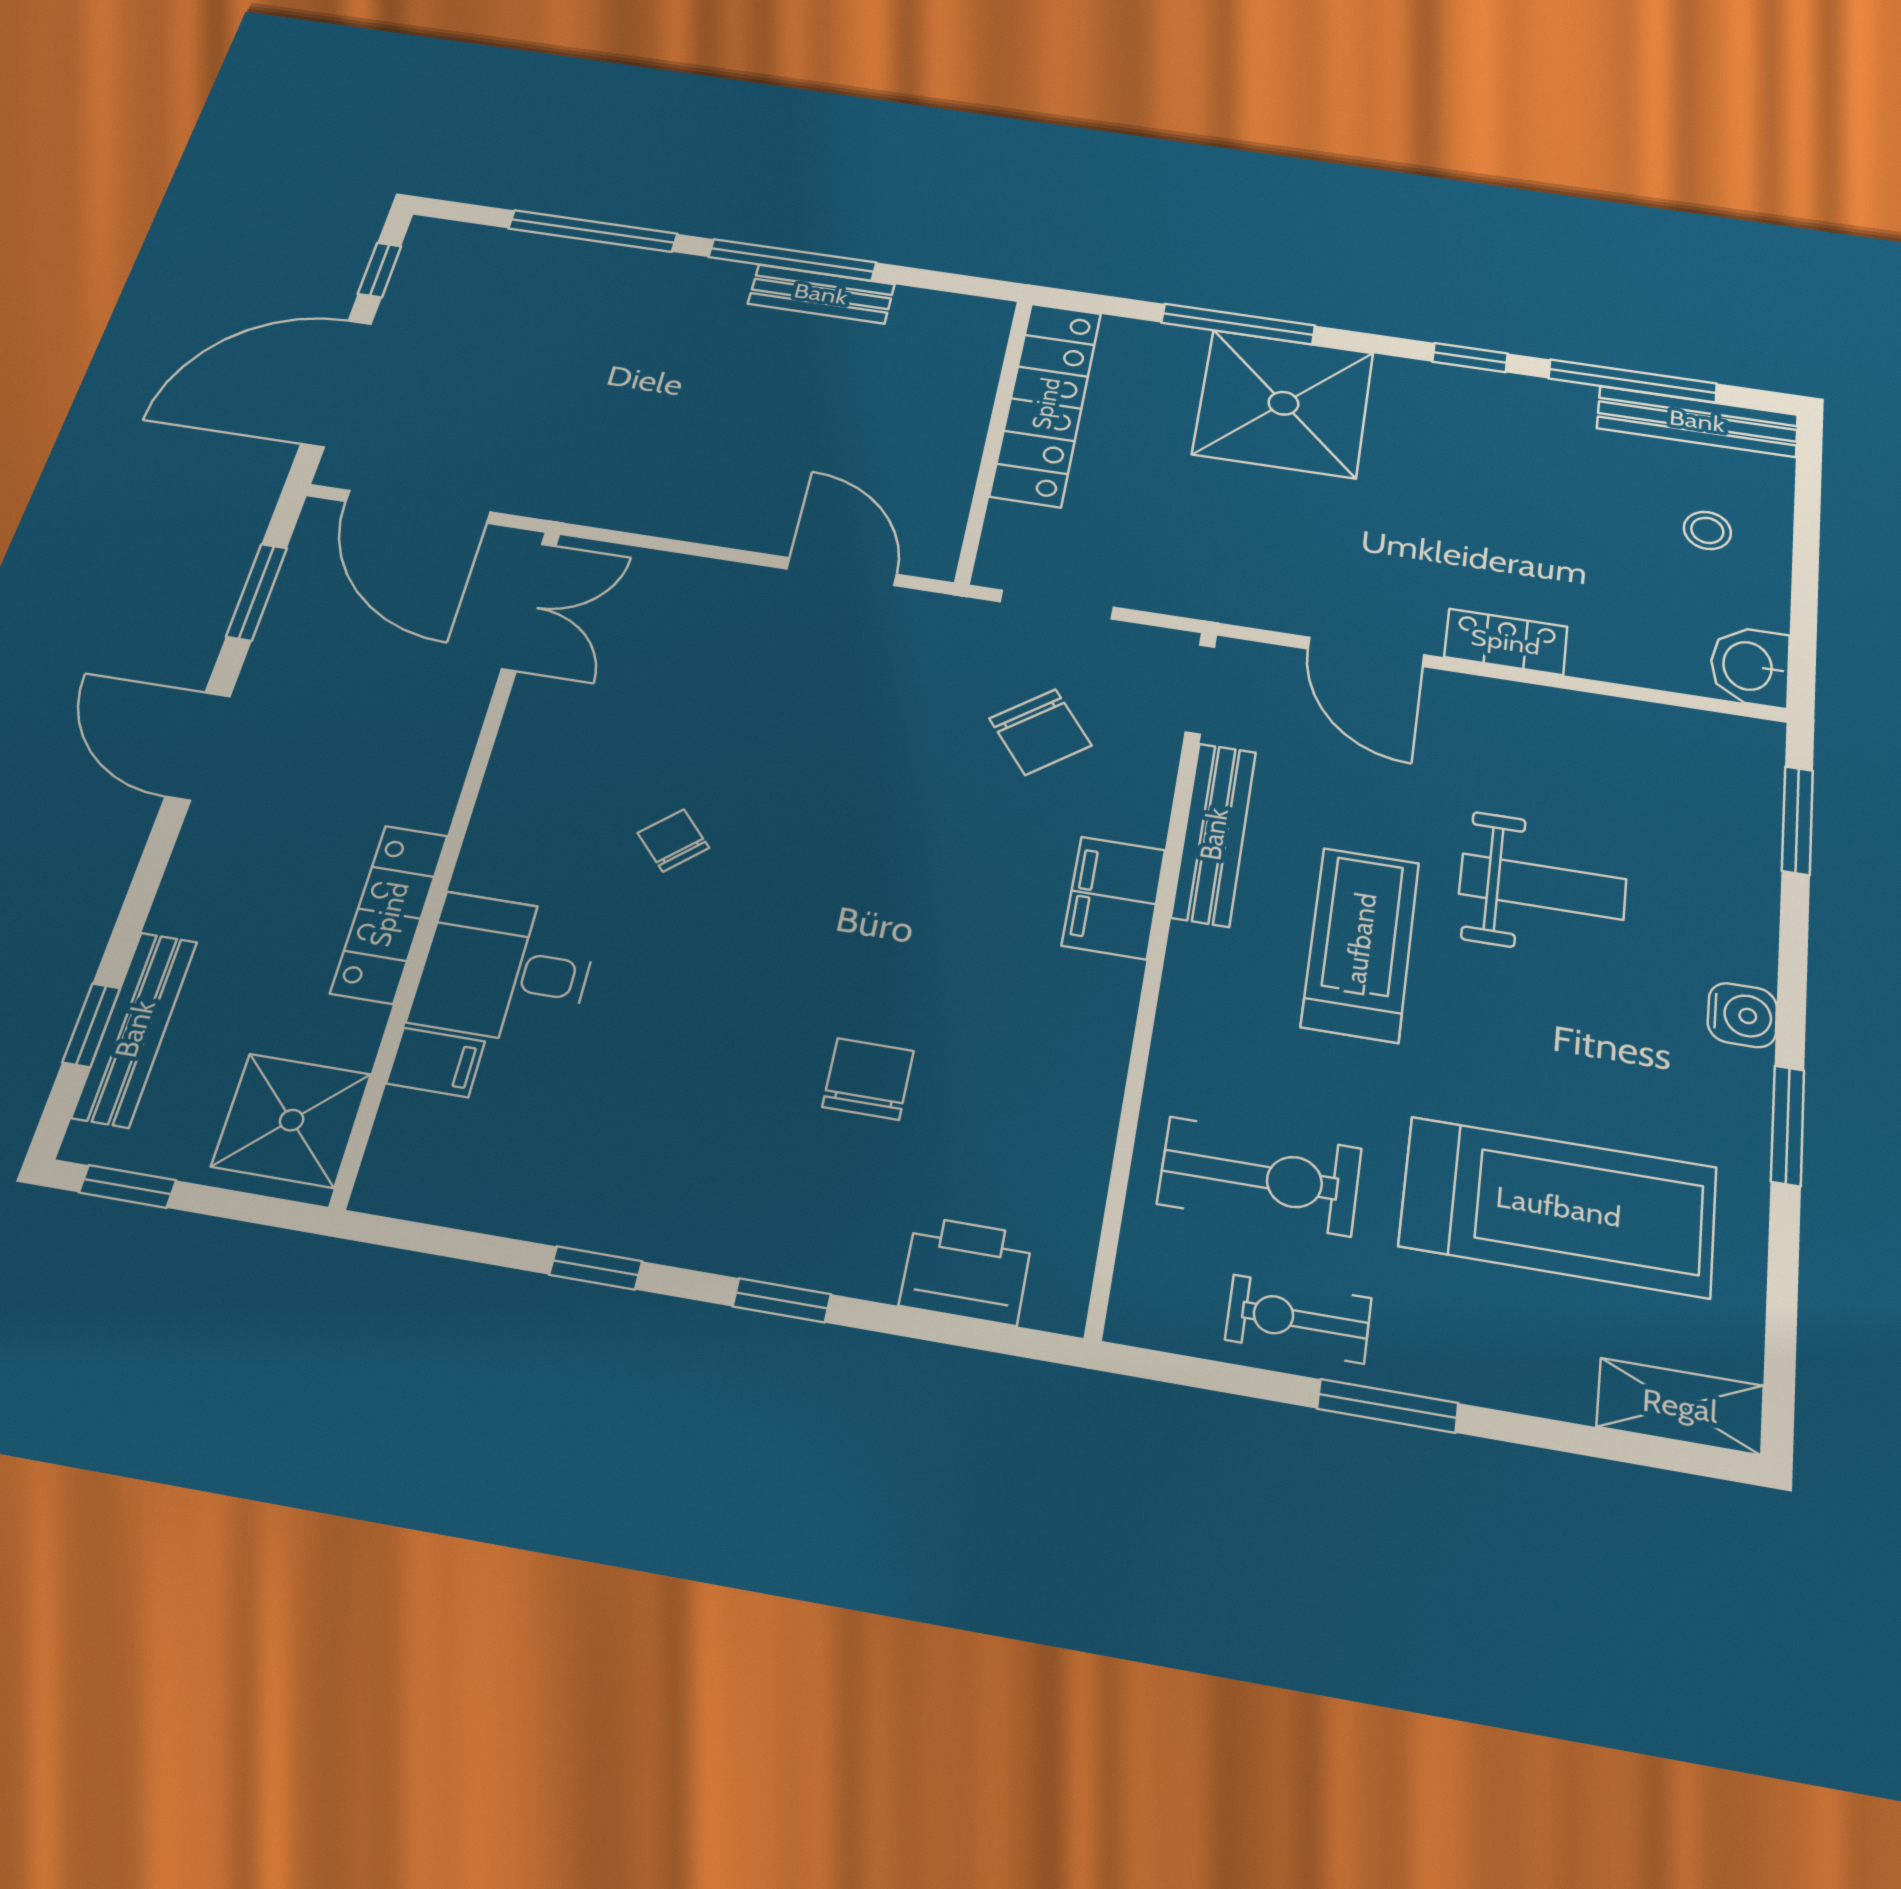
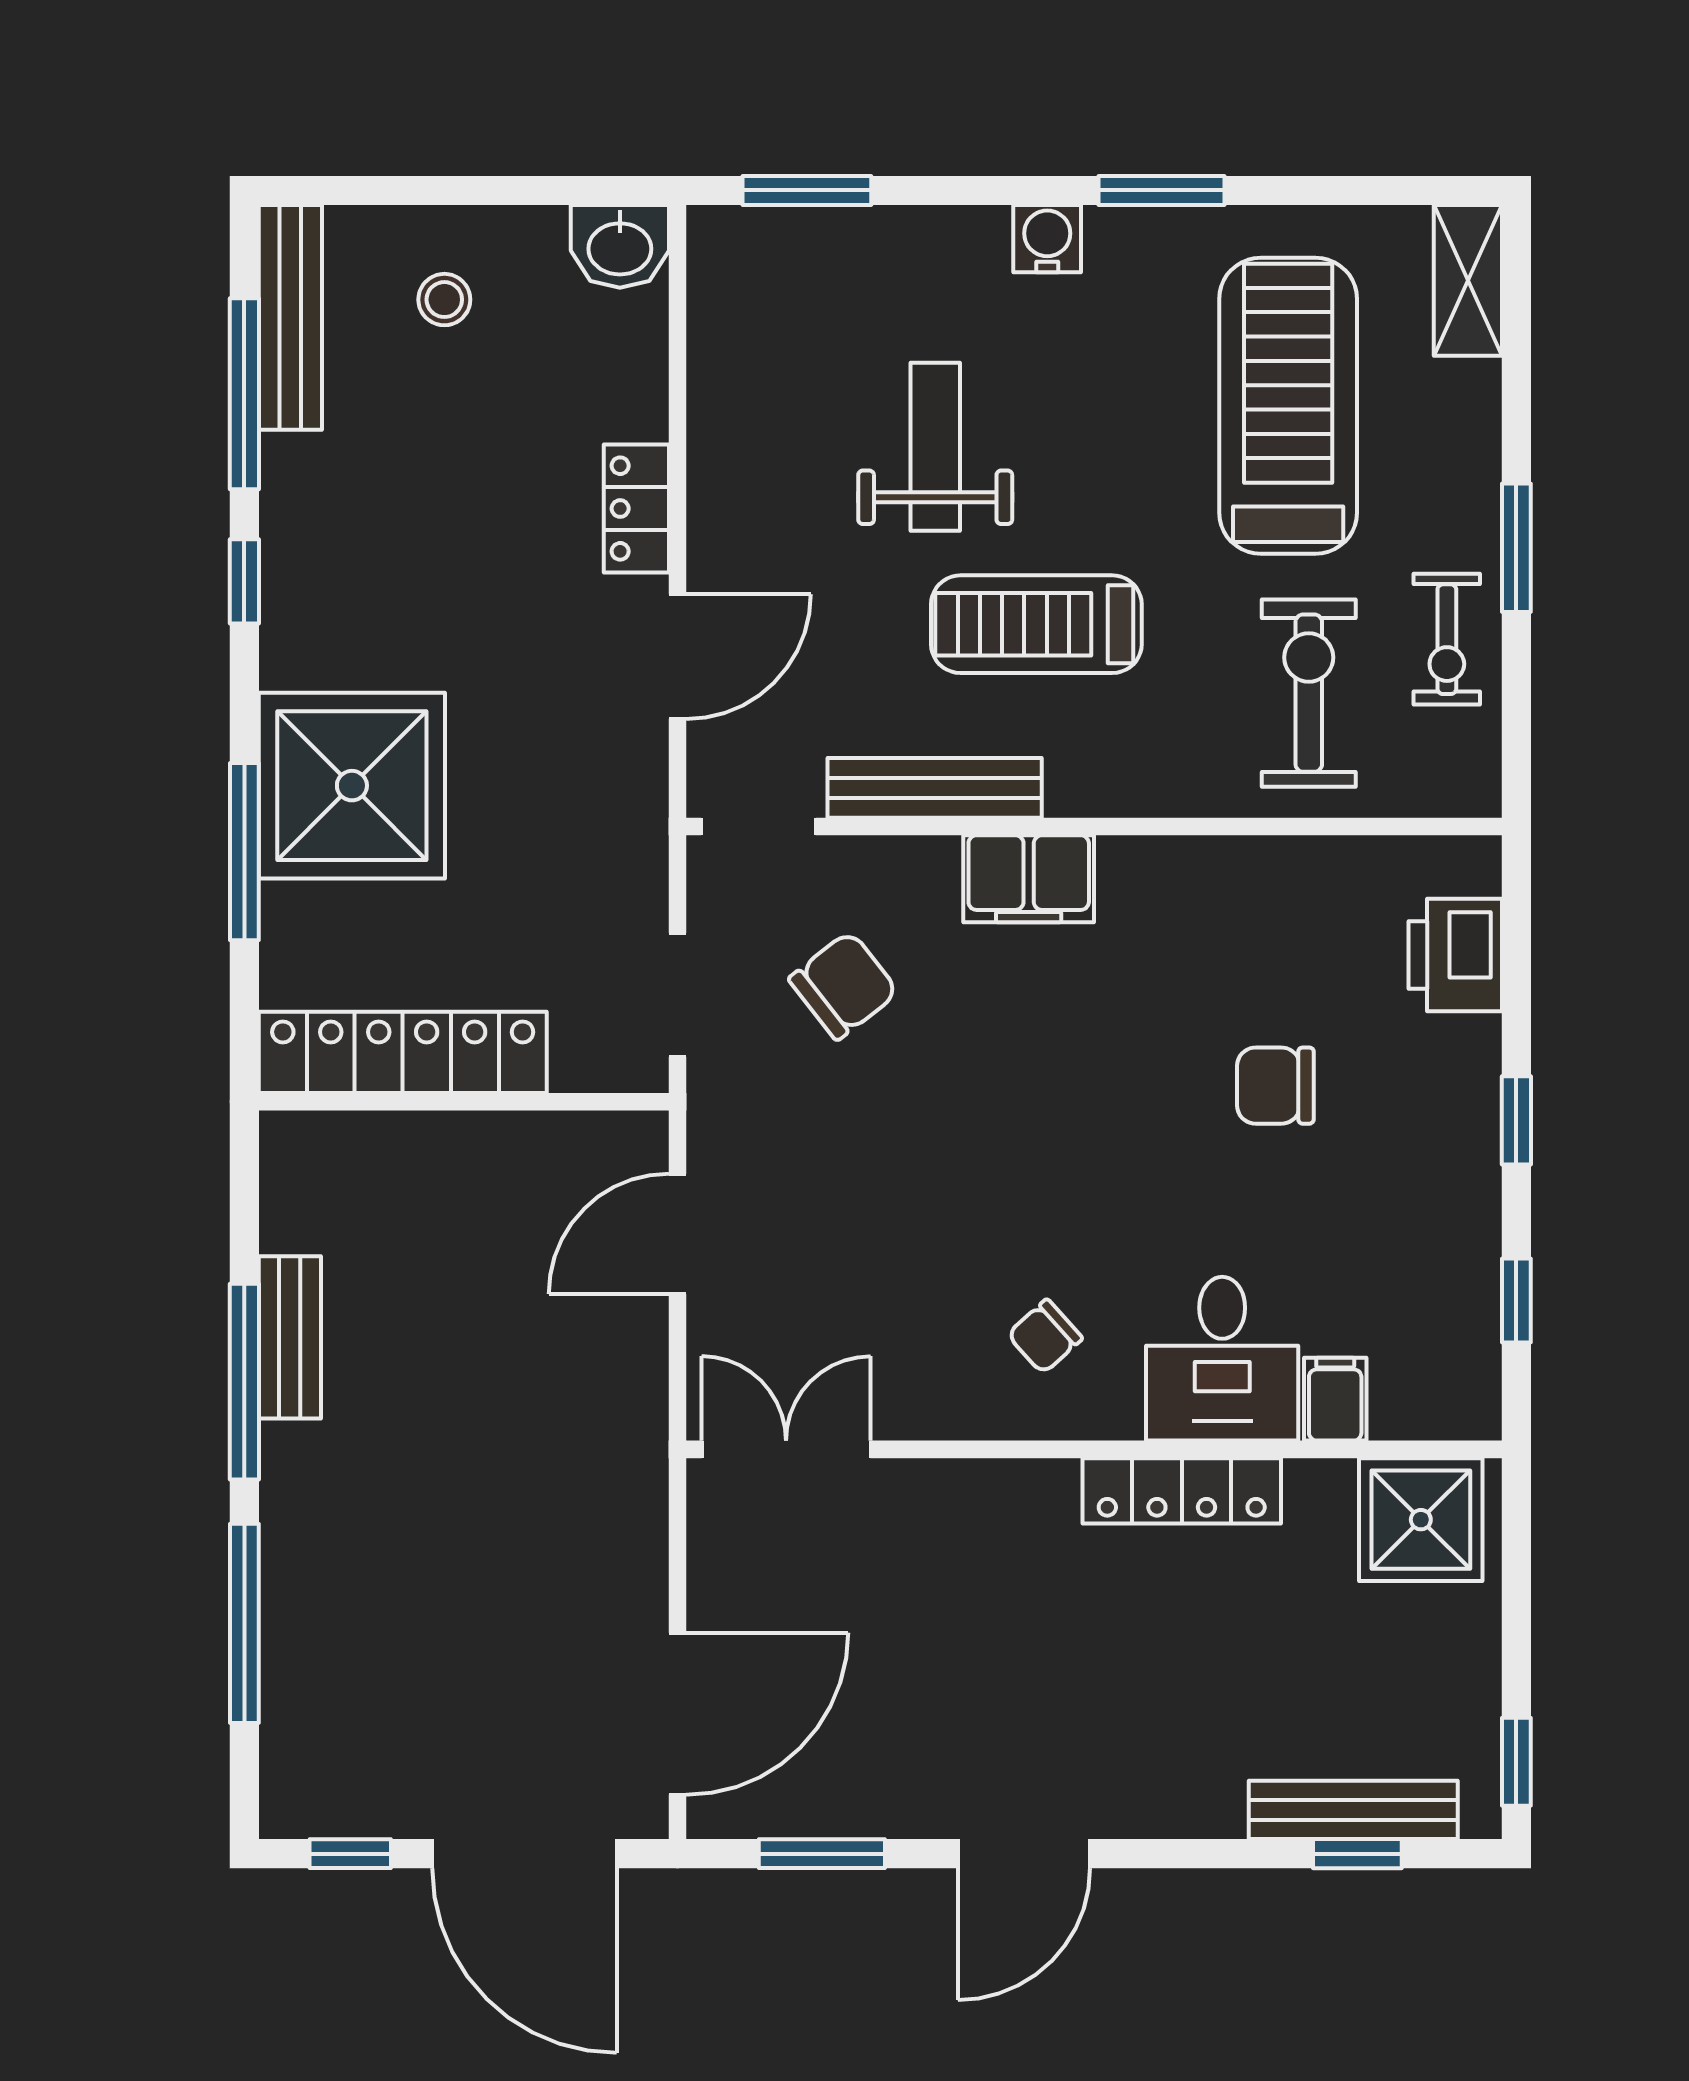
double door: (529, 607) -> (786, 1449), moved
wall: (452, 847) -> (1094, 1449), moved
locker: (389, 914) -> (1182, 1491), moved
desk: (505, 969) -> (1222, 1359), moved
filing cabinet: (436, 1062) -> (1335, 1399), moved
shower: (292, 1120) -> (1421, 1520), moved

